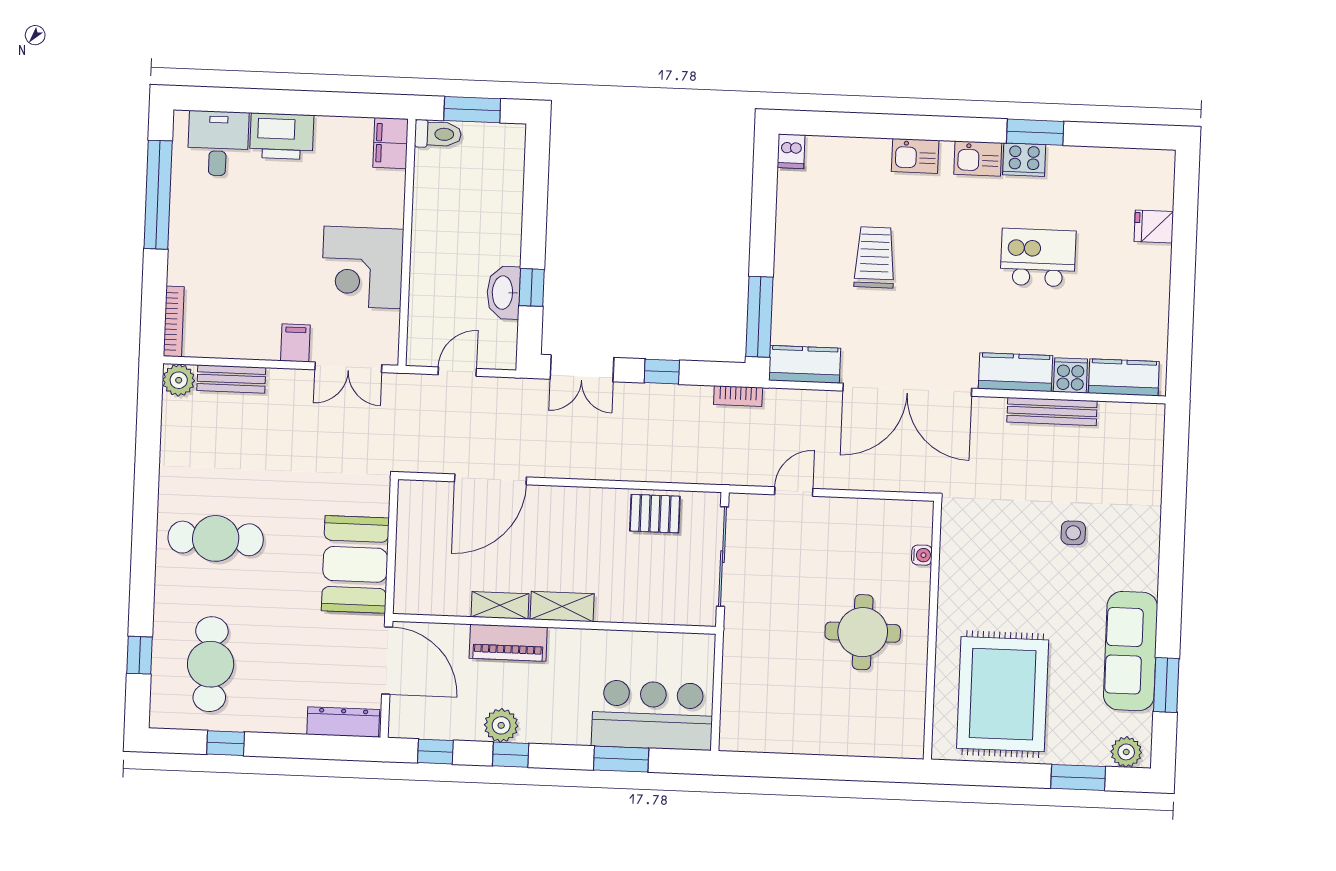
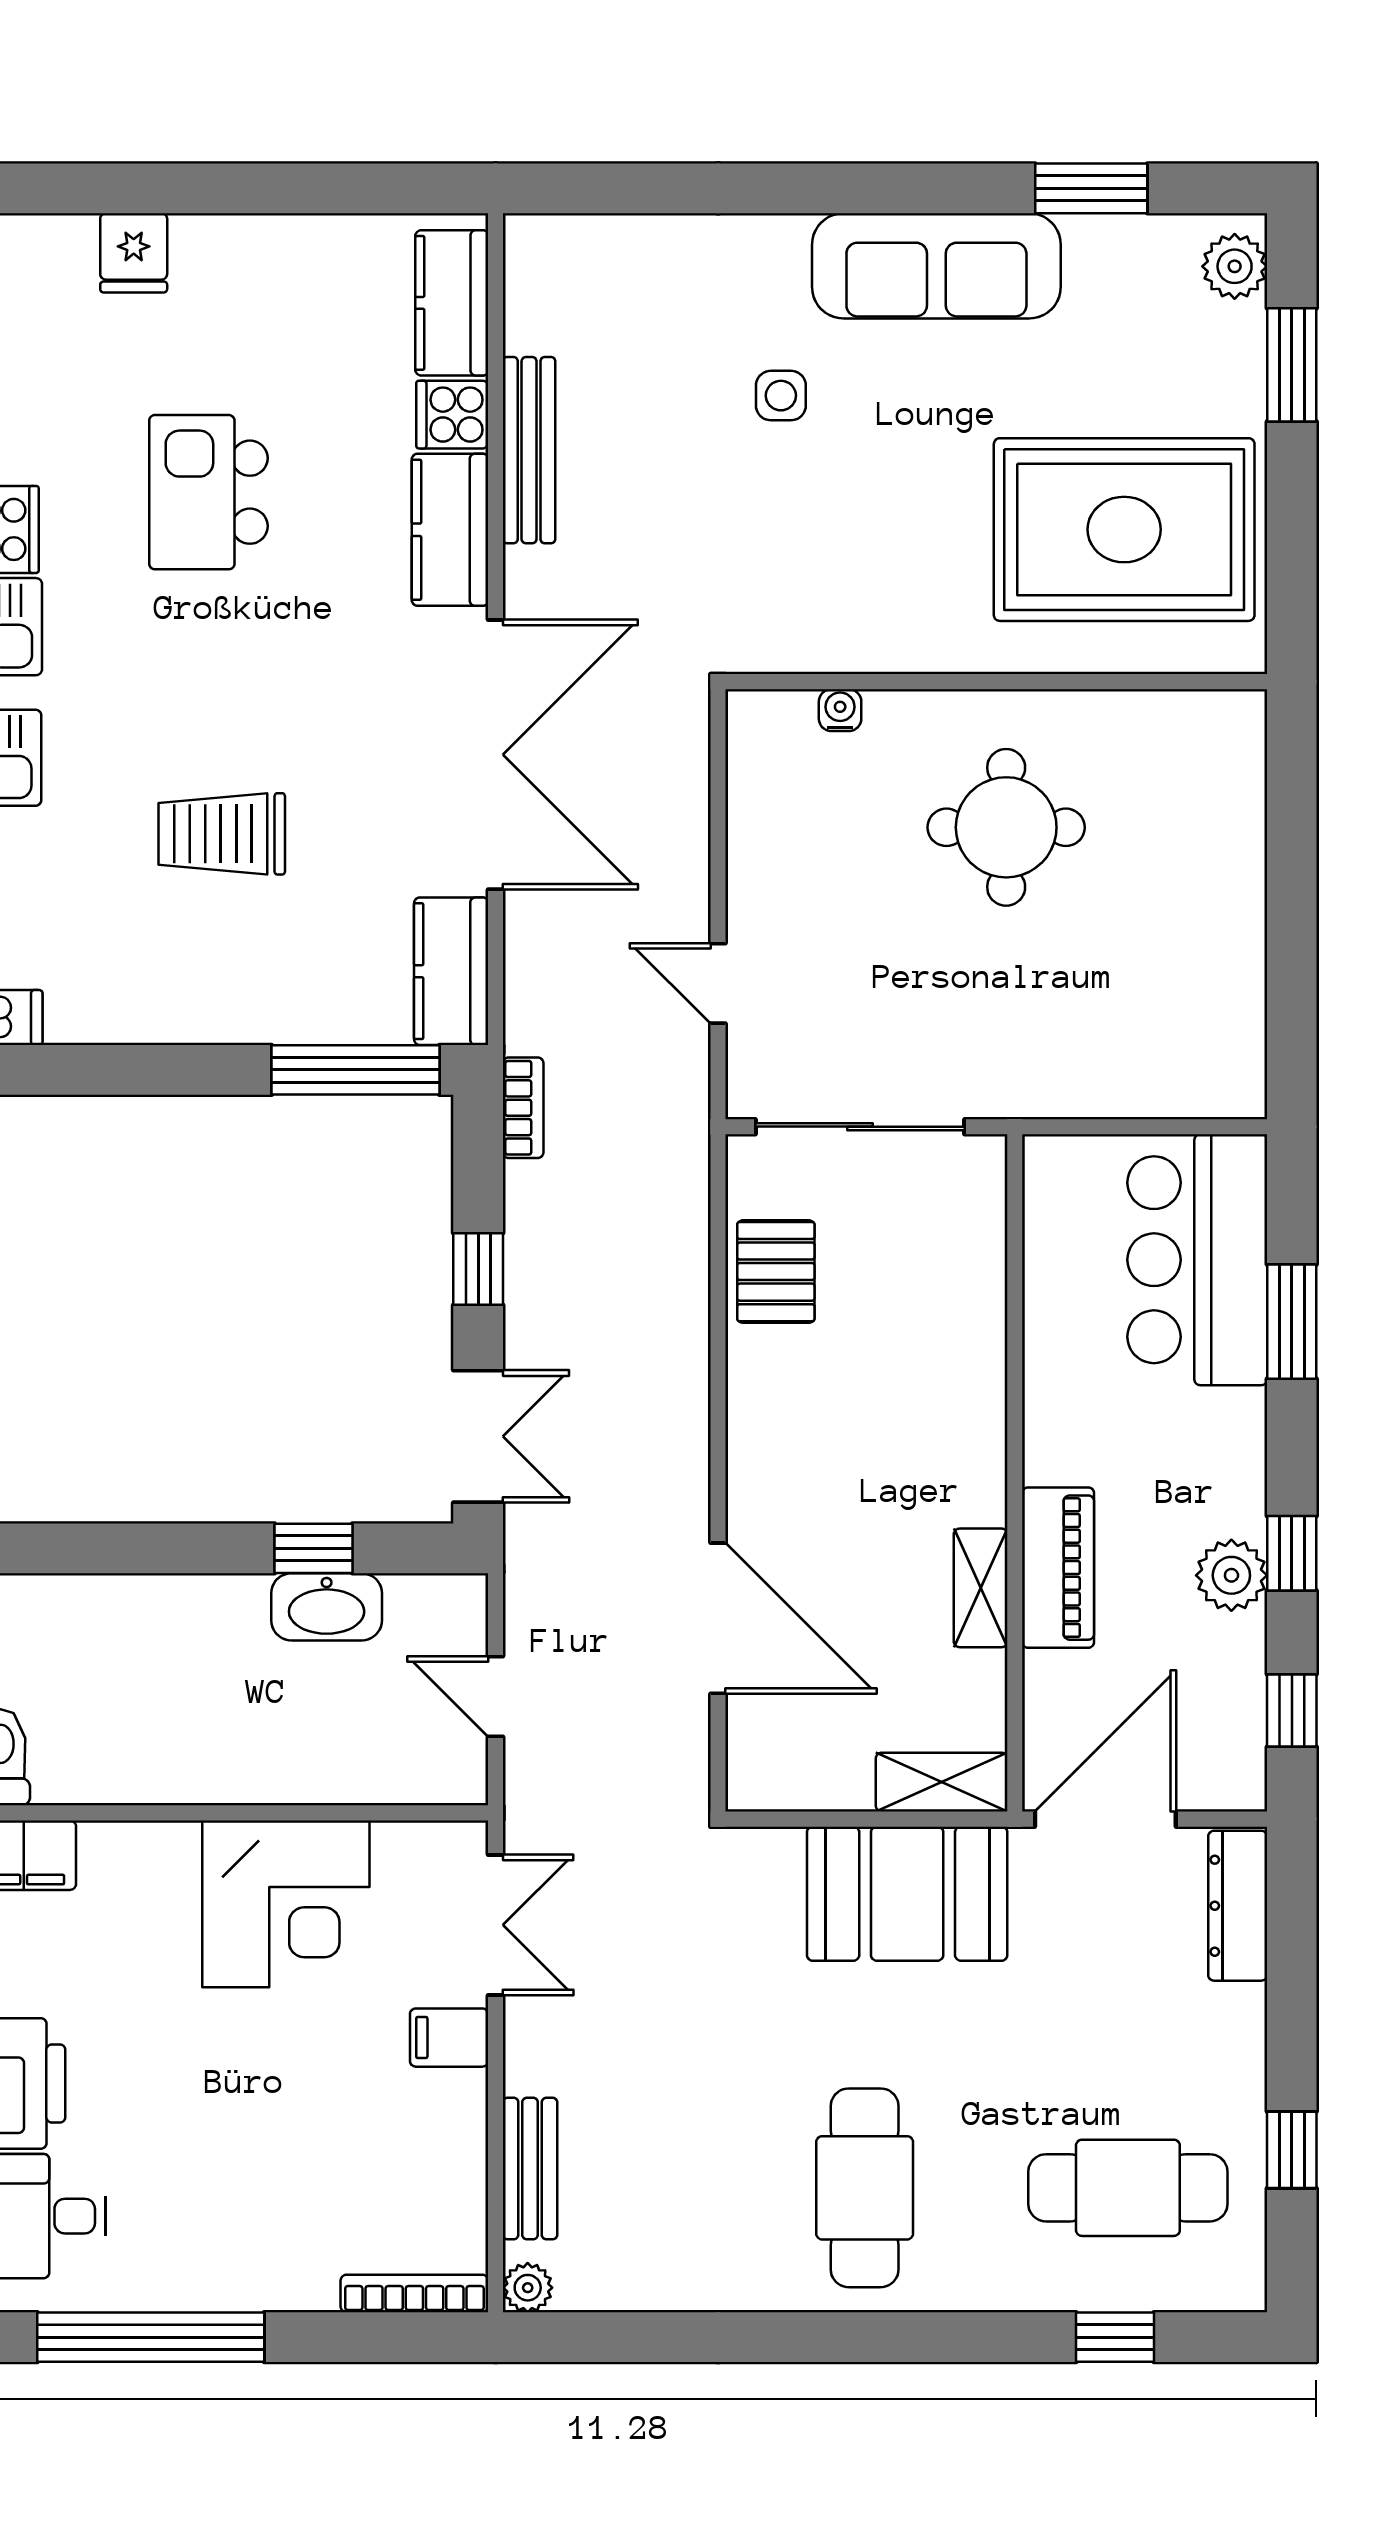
plant: (179, 380) -> (528, 2288), width x0.73, depth x0.73
shelving: (562, 606) -> (942, 1782), moved, turned 90
sofa: (1131, 651) -> (936, 266), moved

